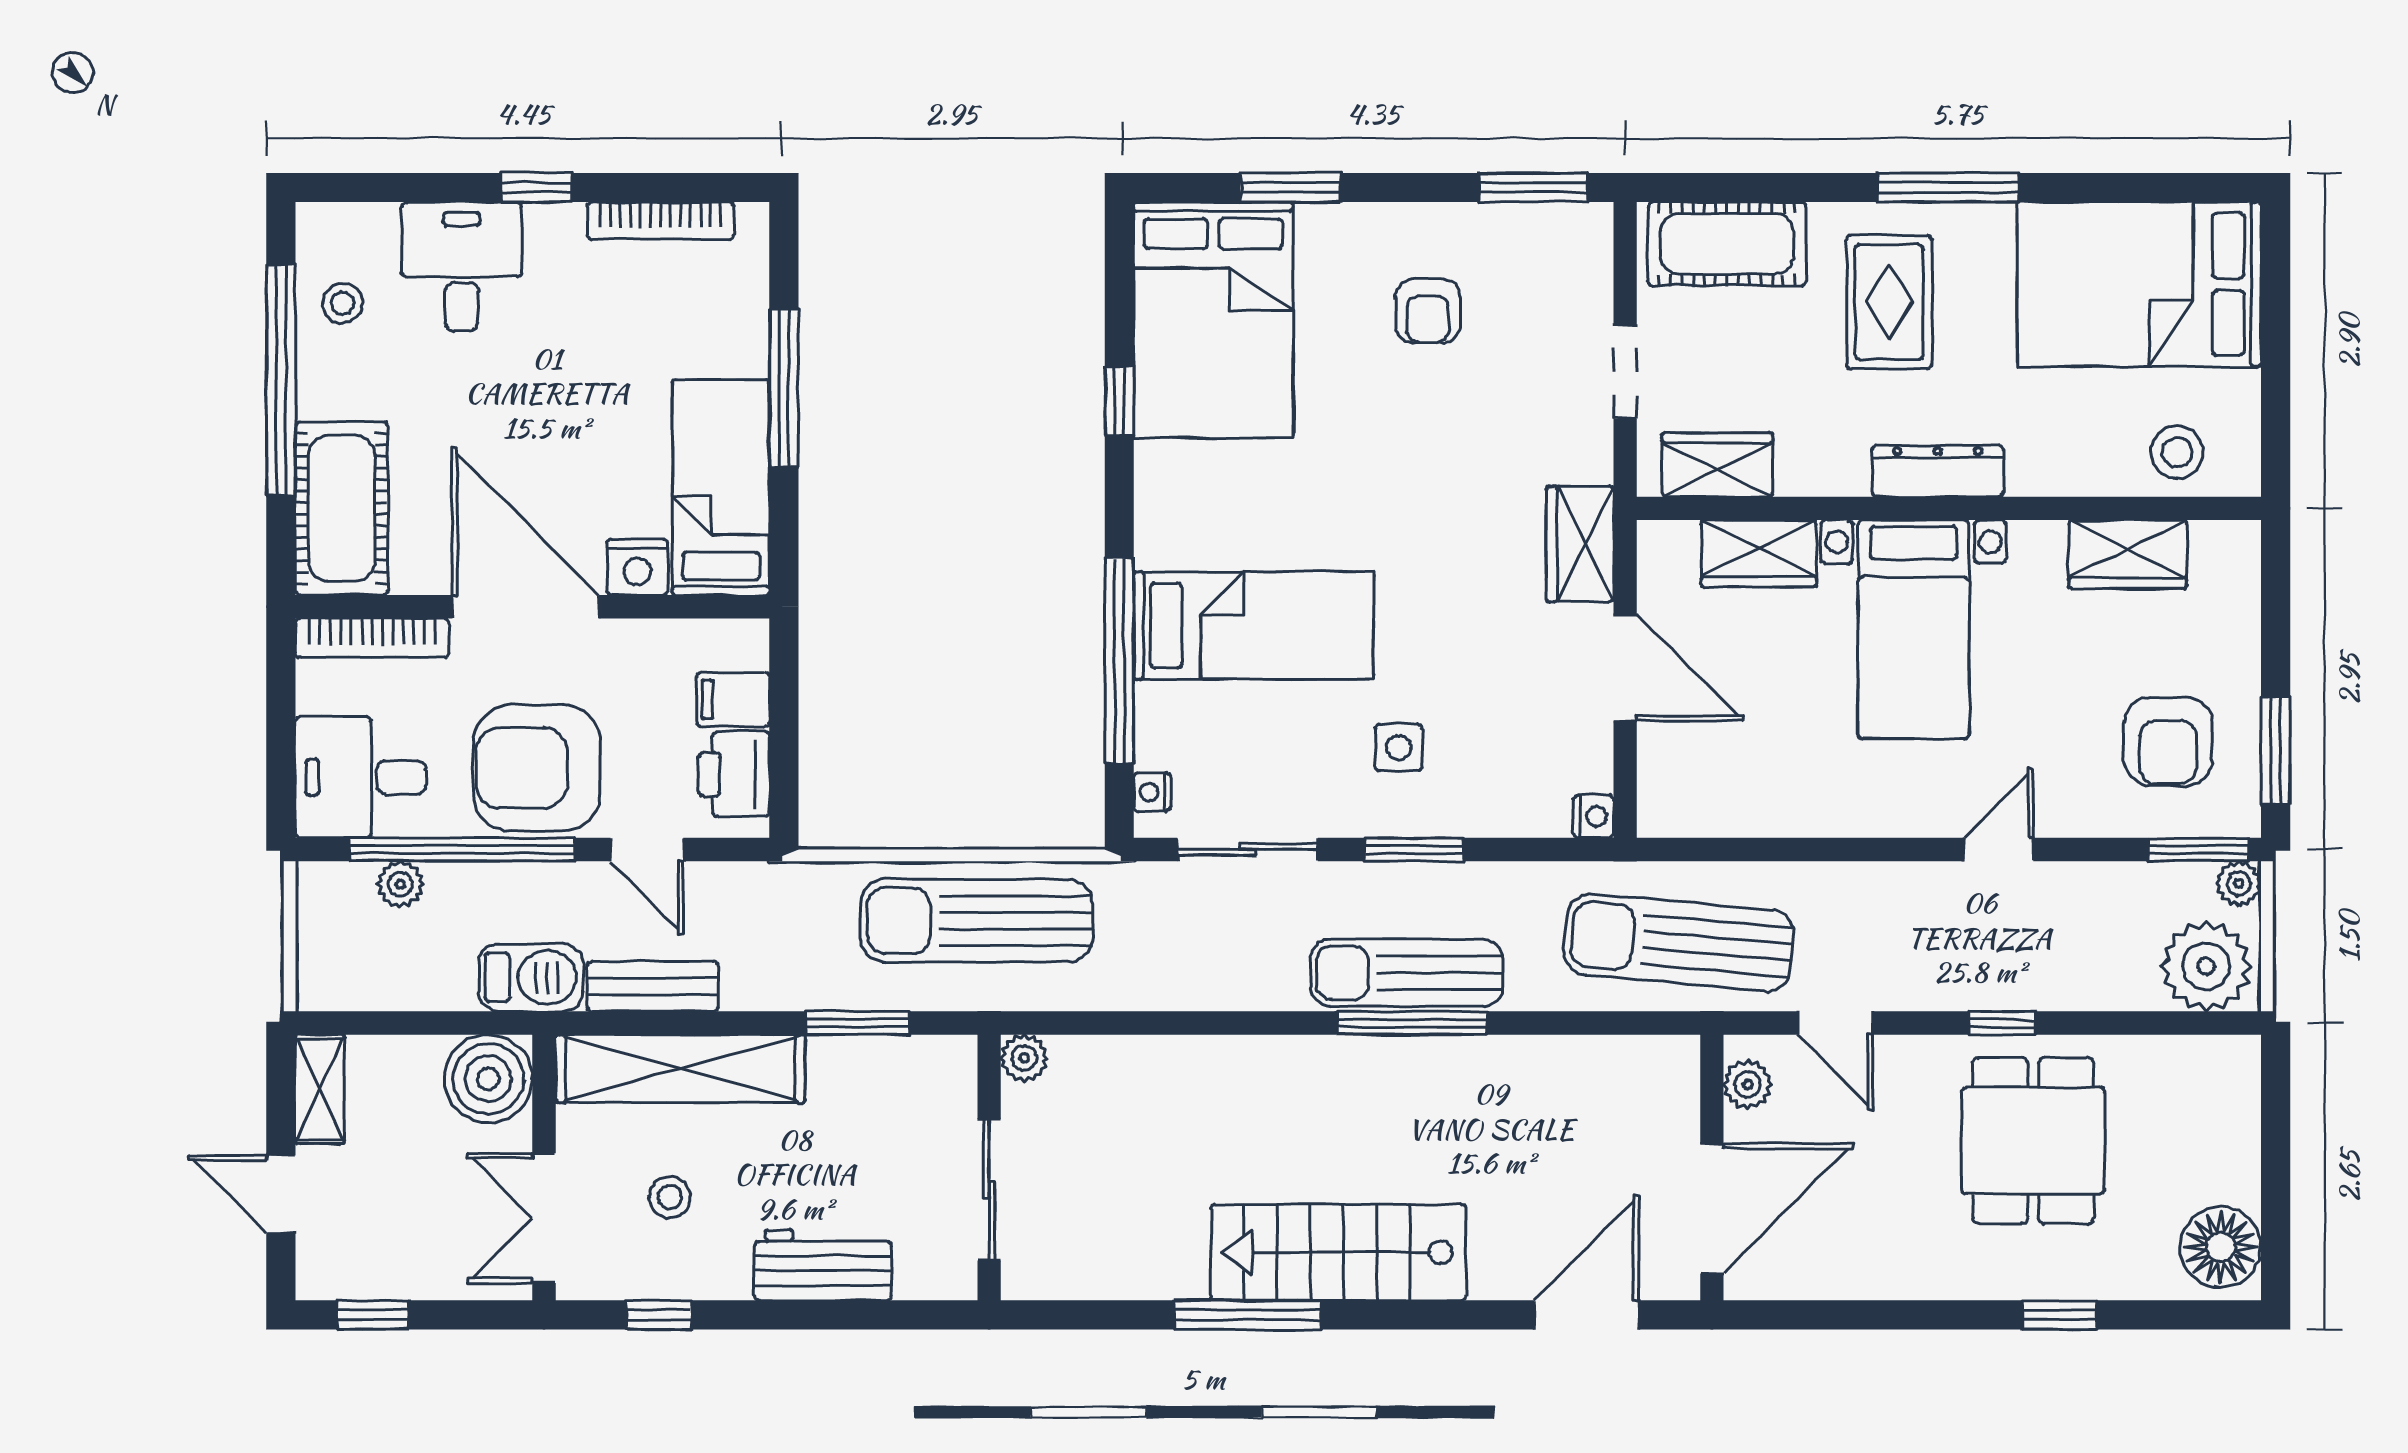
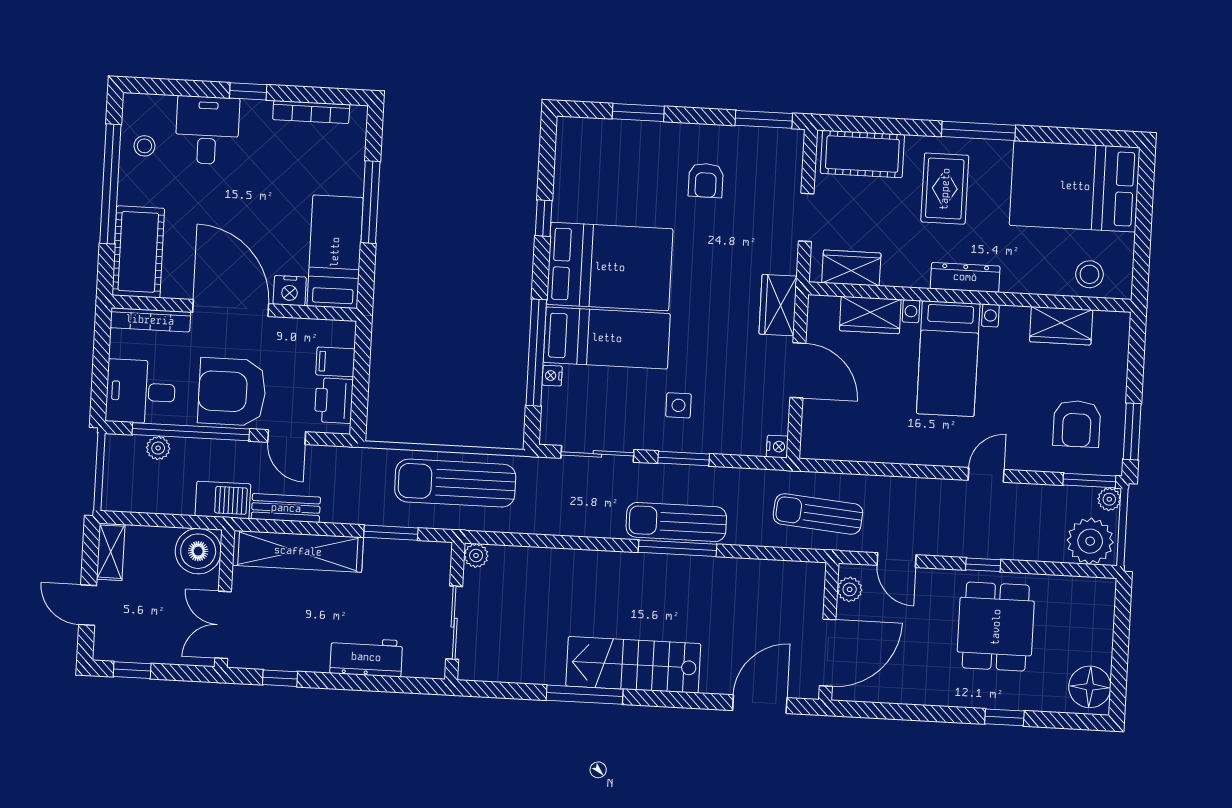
bed: (1213, 320) -> (610, 267), moved, turned -90
nightstand: (1152, 792) -> (552, 376), moved
sun lounger: (1679, 942) -> (818, 514), width x0.73, depth x0.75
stool: (670, 1197) -> (289, 618), removed

